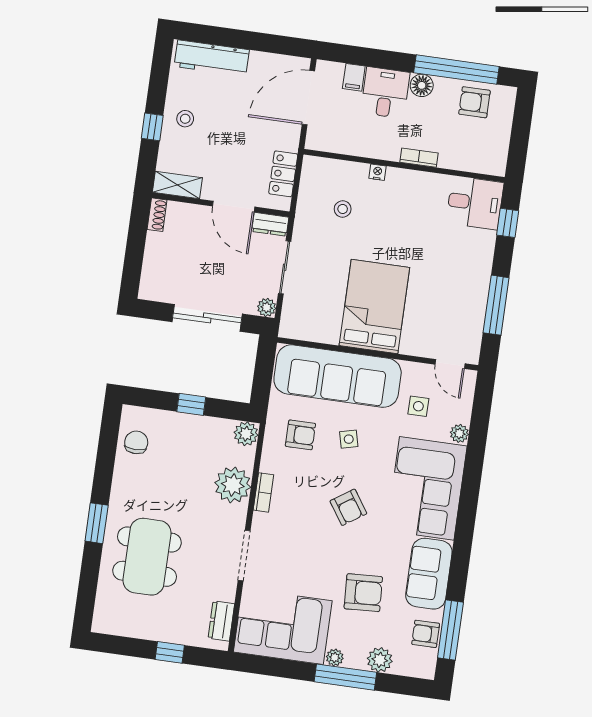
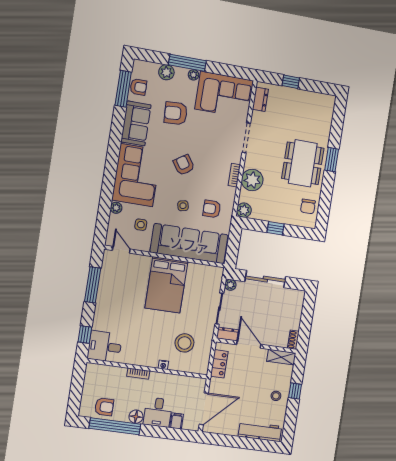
stool: (343, 209) -> (184, 343), width x1.89, depth x1.89
dining table: (147, 557) -> (303, 163), moved

